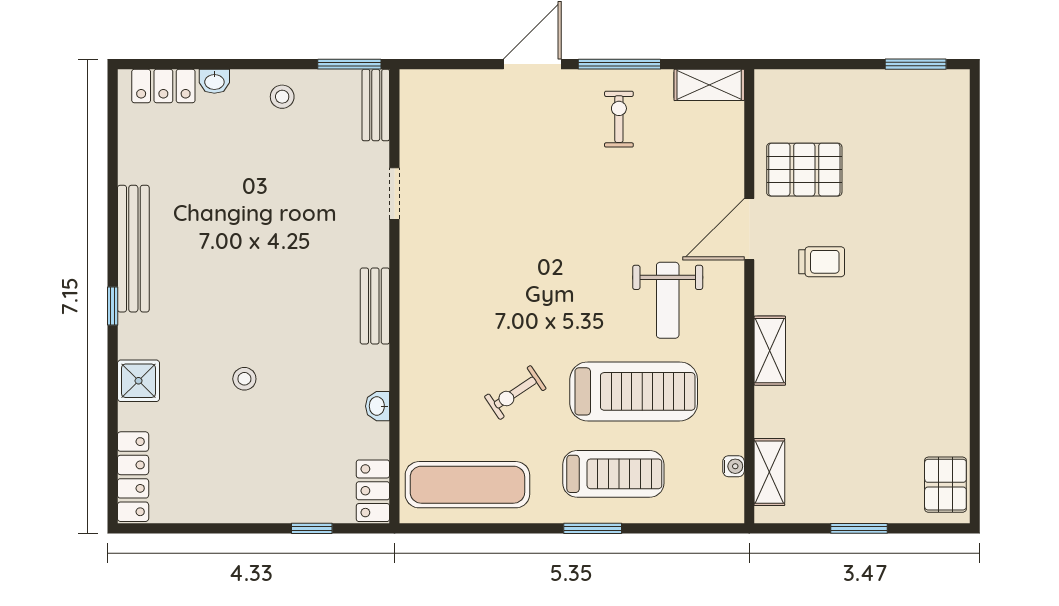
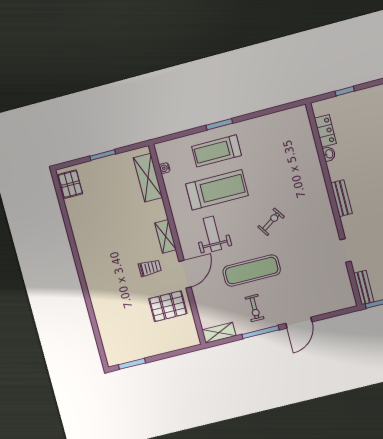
trolley: (822, 262) -> (150, 268), turned 180
shelving: (770, 351) -> (165, 236), moved
treadmill: (634, 391) -> (217, 190), turned 180
exercise bike: (515, 393) -> (271, 222), moved
shelving: (769, 472) -> (148, 178), width x1.50, depth x1.33
exercise mat: (467, 485) -> (252, 271), moved
locker: (373, 491) -> (325, 131), moved

